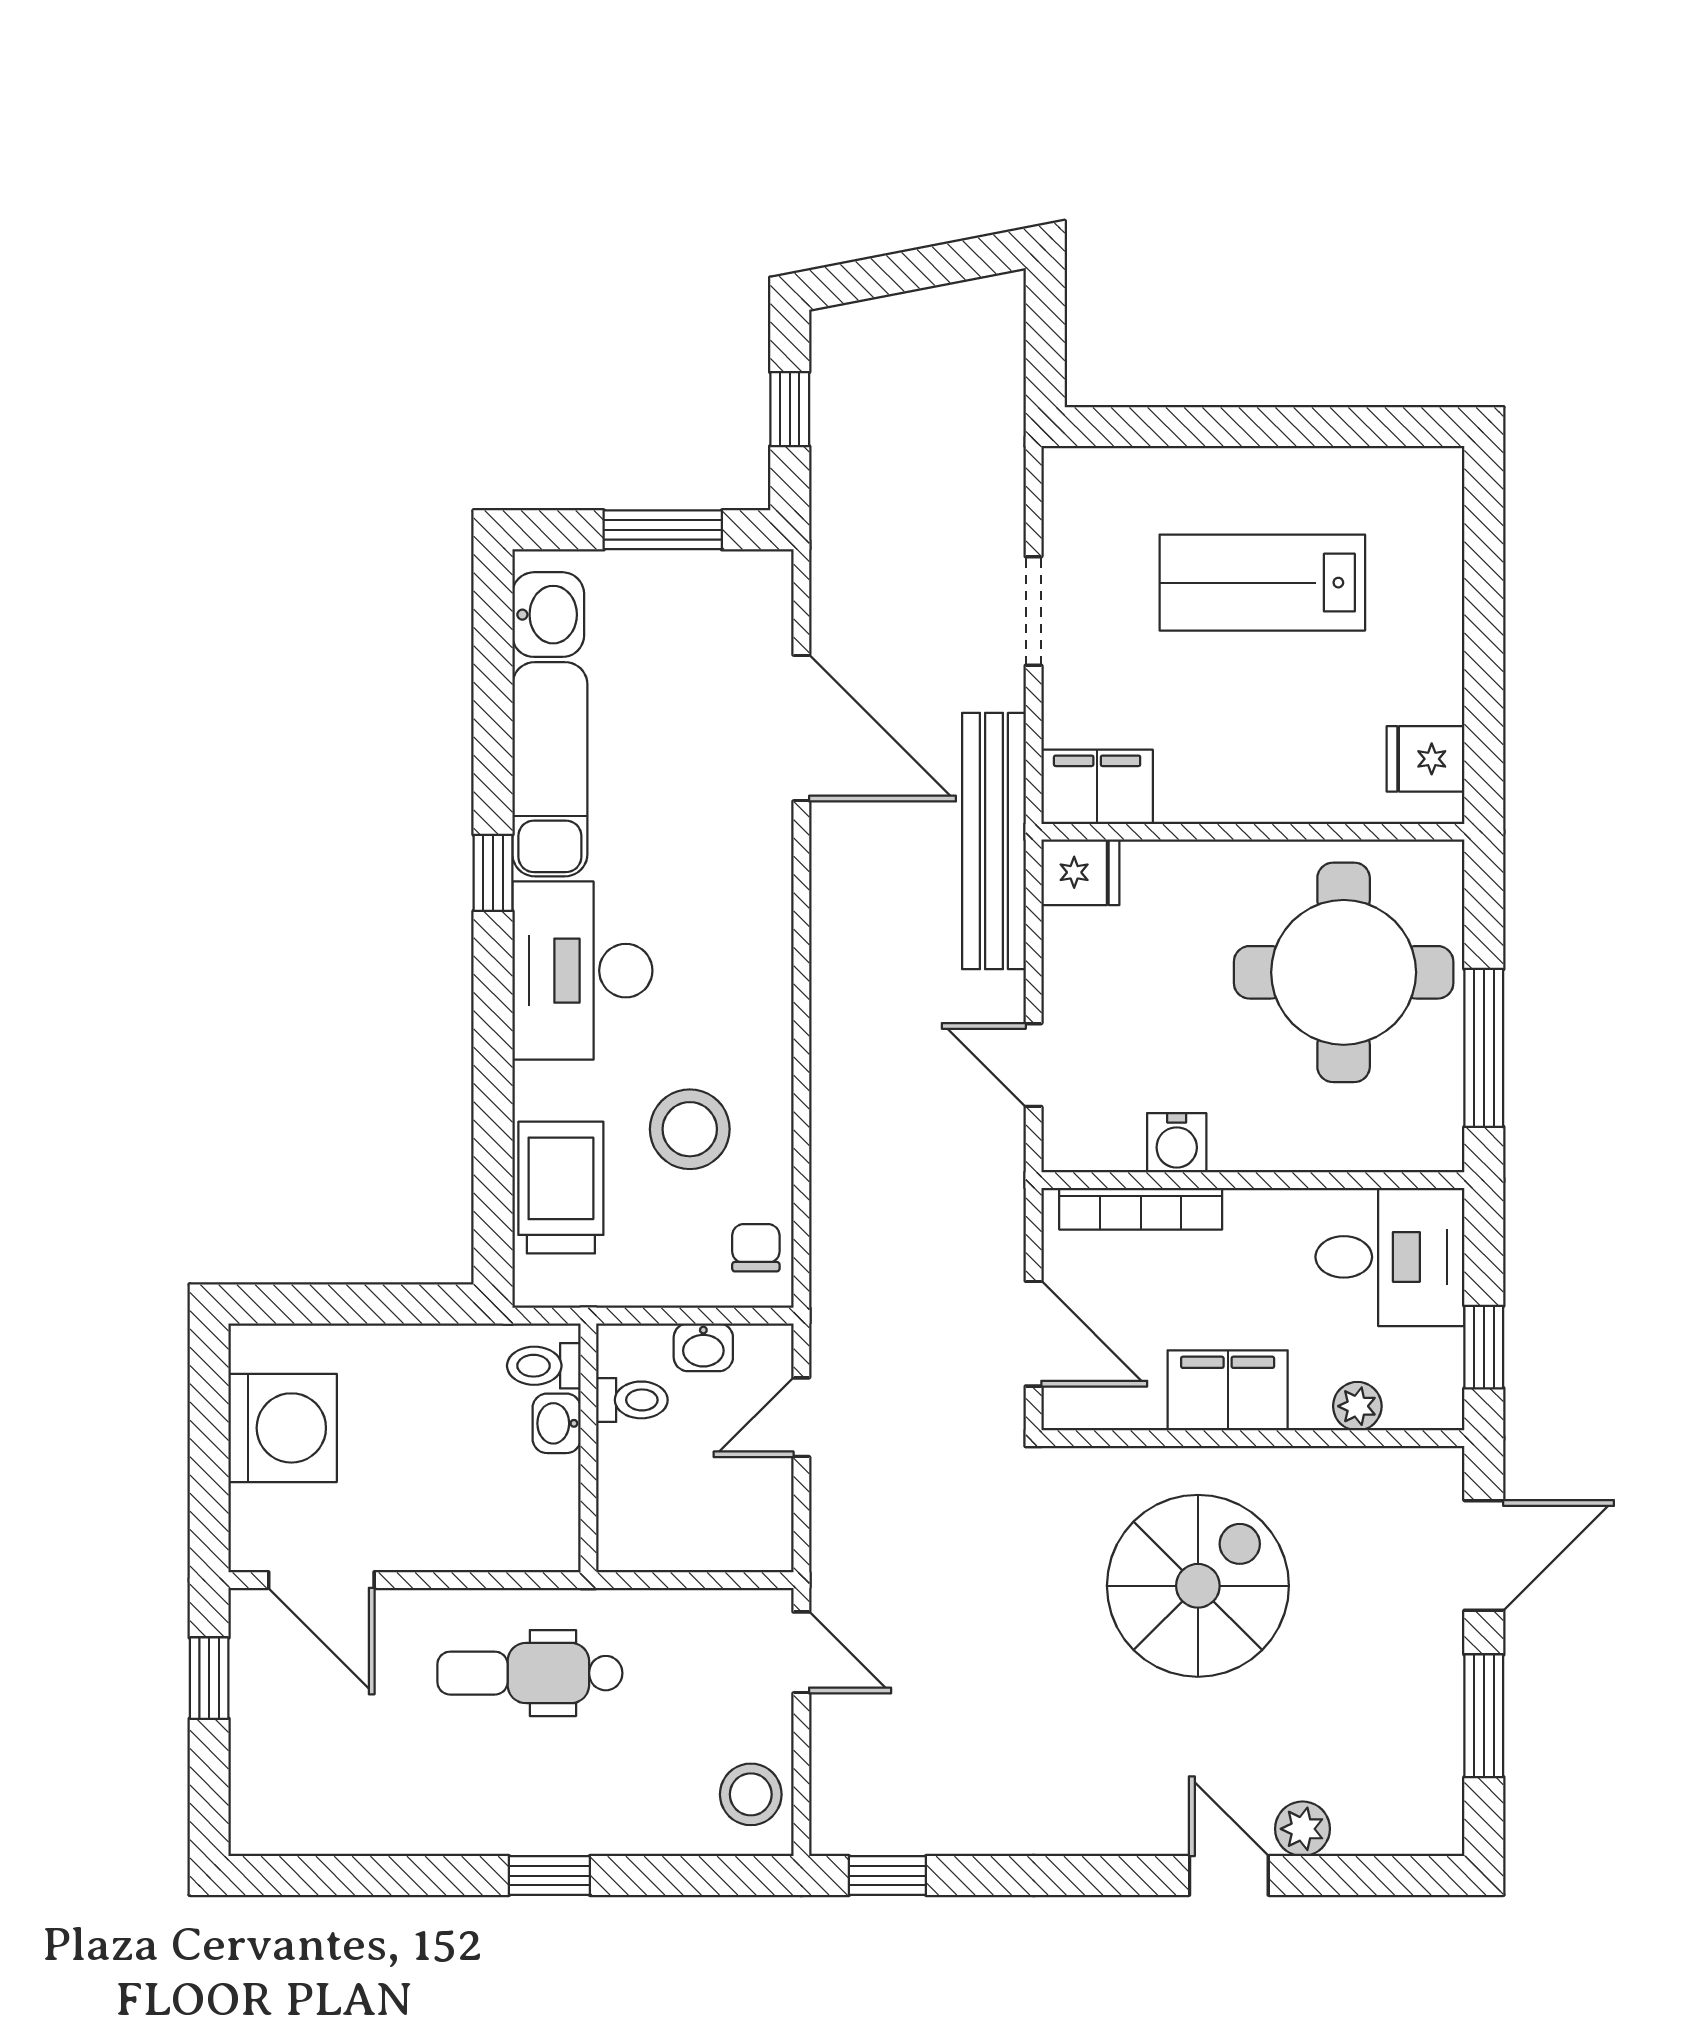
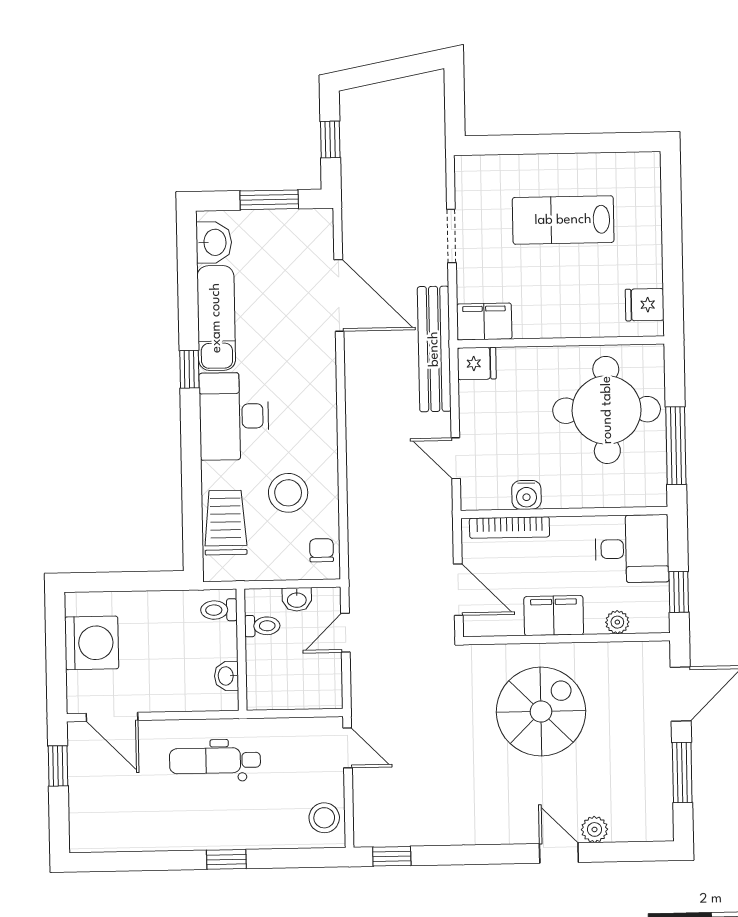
washbasin: (557, 1423) -> (226, 676), moved

